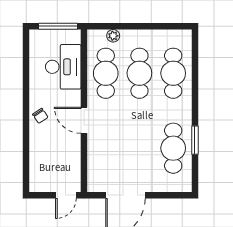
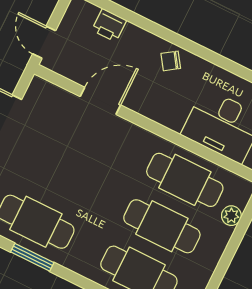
door: (84, 120) -> (100, 101), moved
printer: (37, 162) -> (109, 25), added

